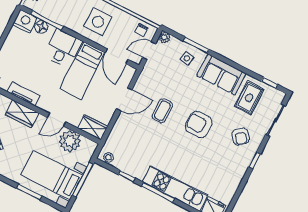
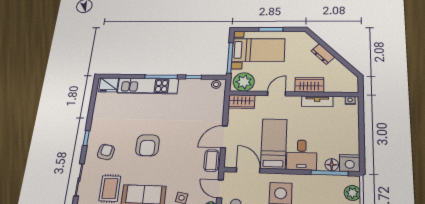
door: (149, 51) -> (220, 189), swing flipped
coffee table: (162, 111) -> (211, 161), moved
armchair: (199, 124) -> (148, 145), turned 90
armchair: (241, 137) -> (106, 152), turned 50
plant: (70, 141) -> (244, 82), moved

